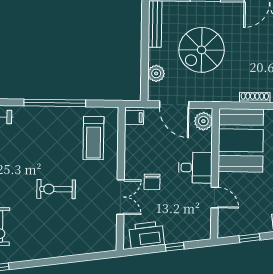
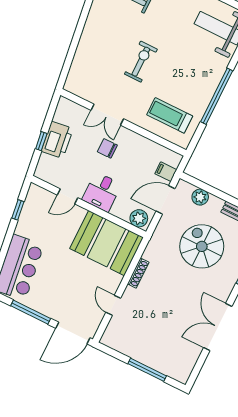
filing cabinet: (134, 117) -> (166, 172), moved, turned 90
printer: (147, 235) -> (57, 140), moved

